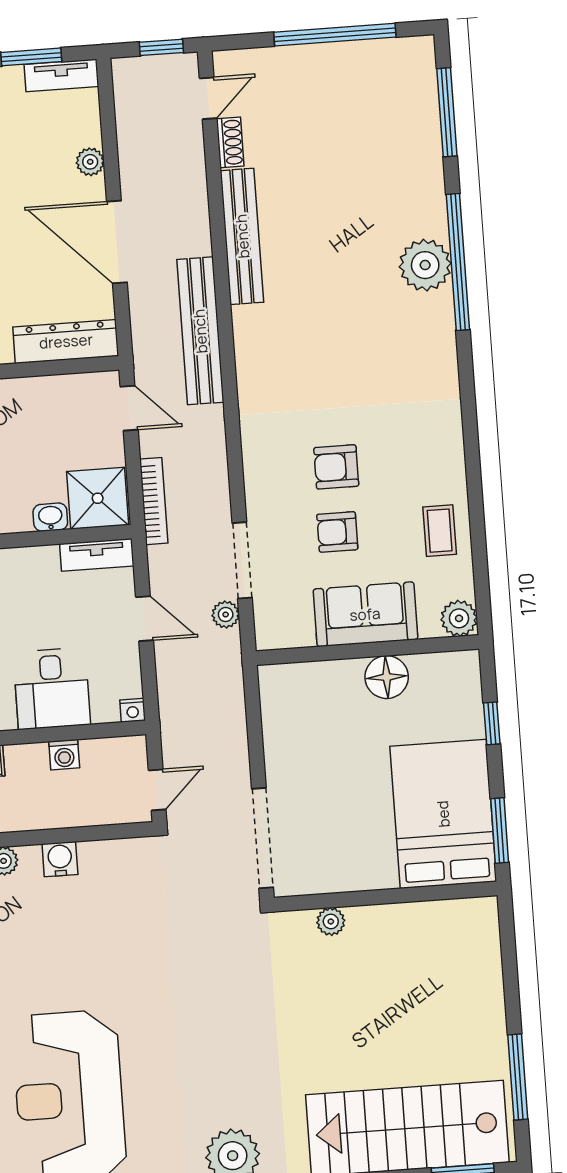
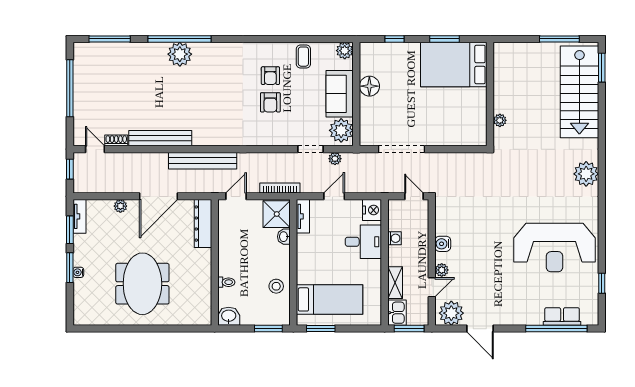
coffee table: (440, 531) -> (303, 57), turned 90
armchair: (337, 532) -> (270, 76), moved
doorway: (242, 560) -> (310, 149), width x0.73
plant: (287, 623) -> (341, 130), added
nightstand: (133, 710) -> (372, 210), width x1.89, depth x1.79
bed: (443, 814) -> (454, 65), moved
doorway: (263, 838) -> (401, 149), moved
wall: (386, 897) -> (490, 94), moved
plant: (331, 921) -> (500, 120), moved

